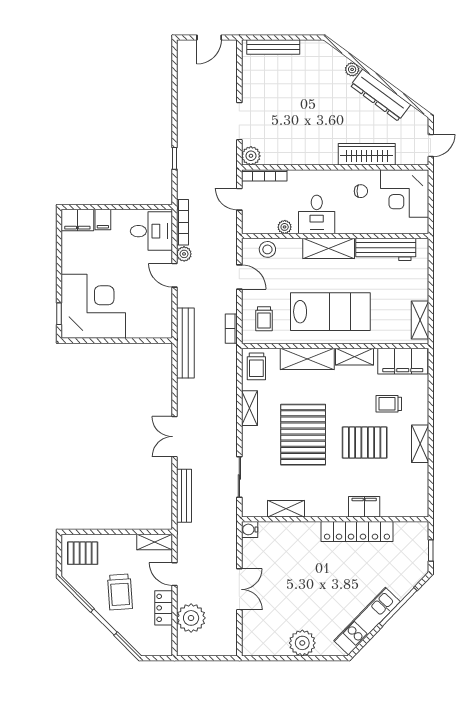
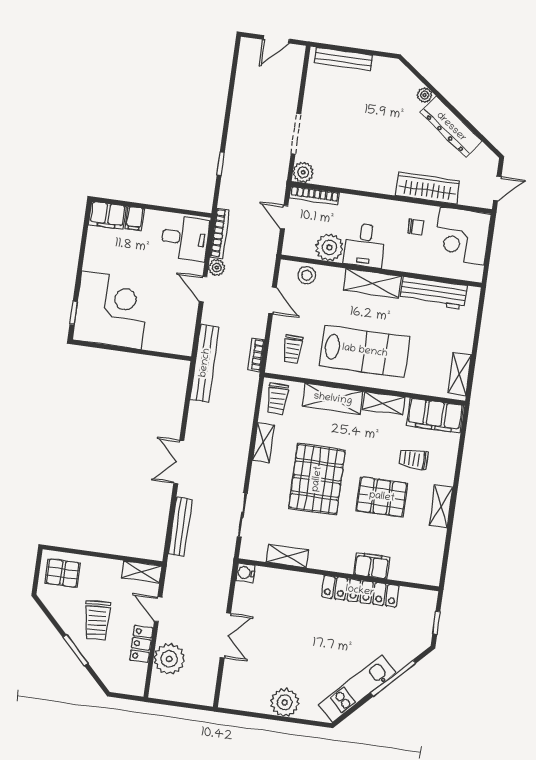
plant: (285, 227) -> (329, 247), width x1.88, depth x1.88

